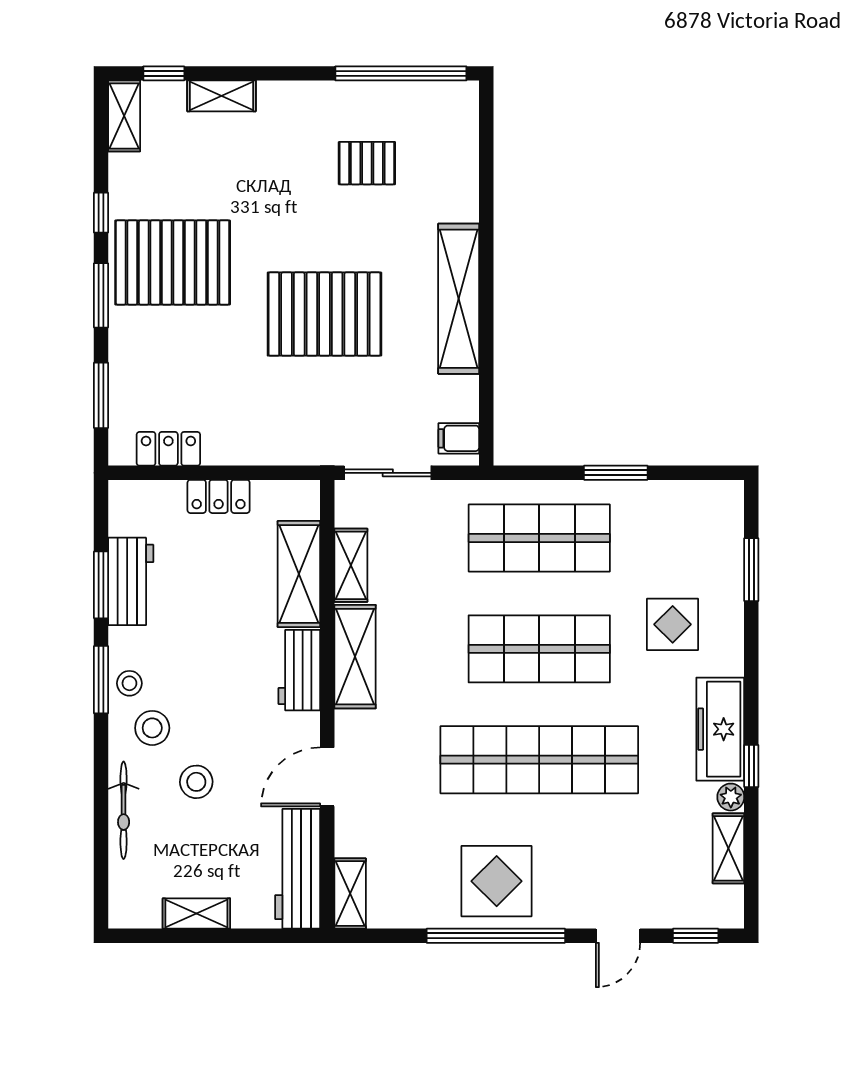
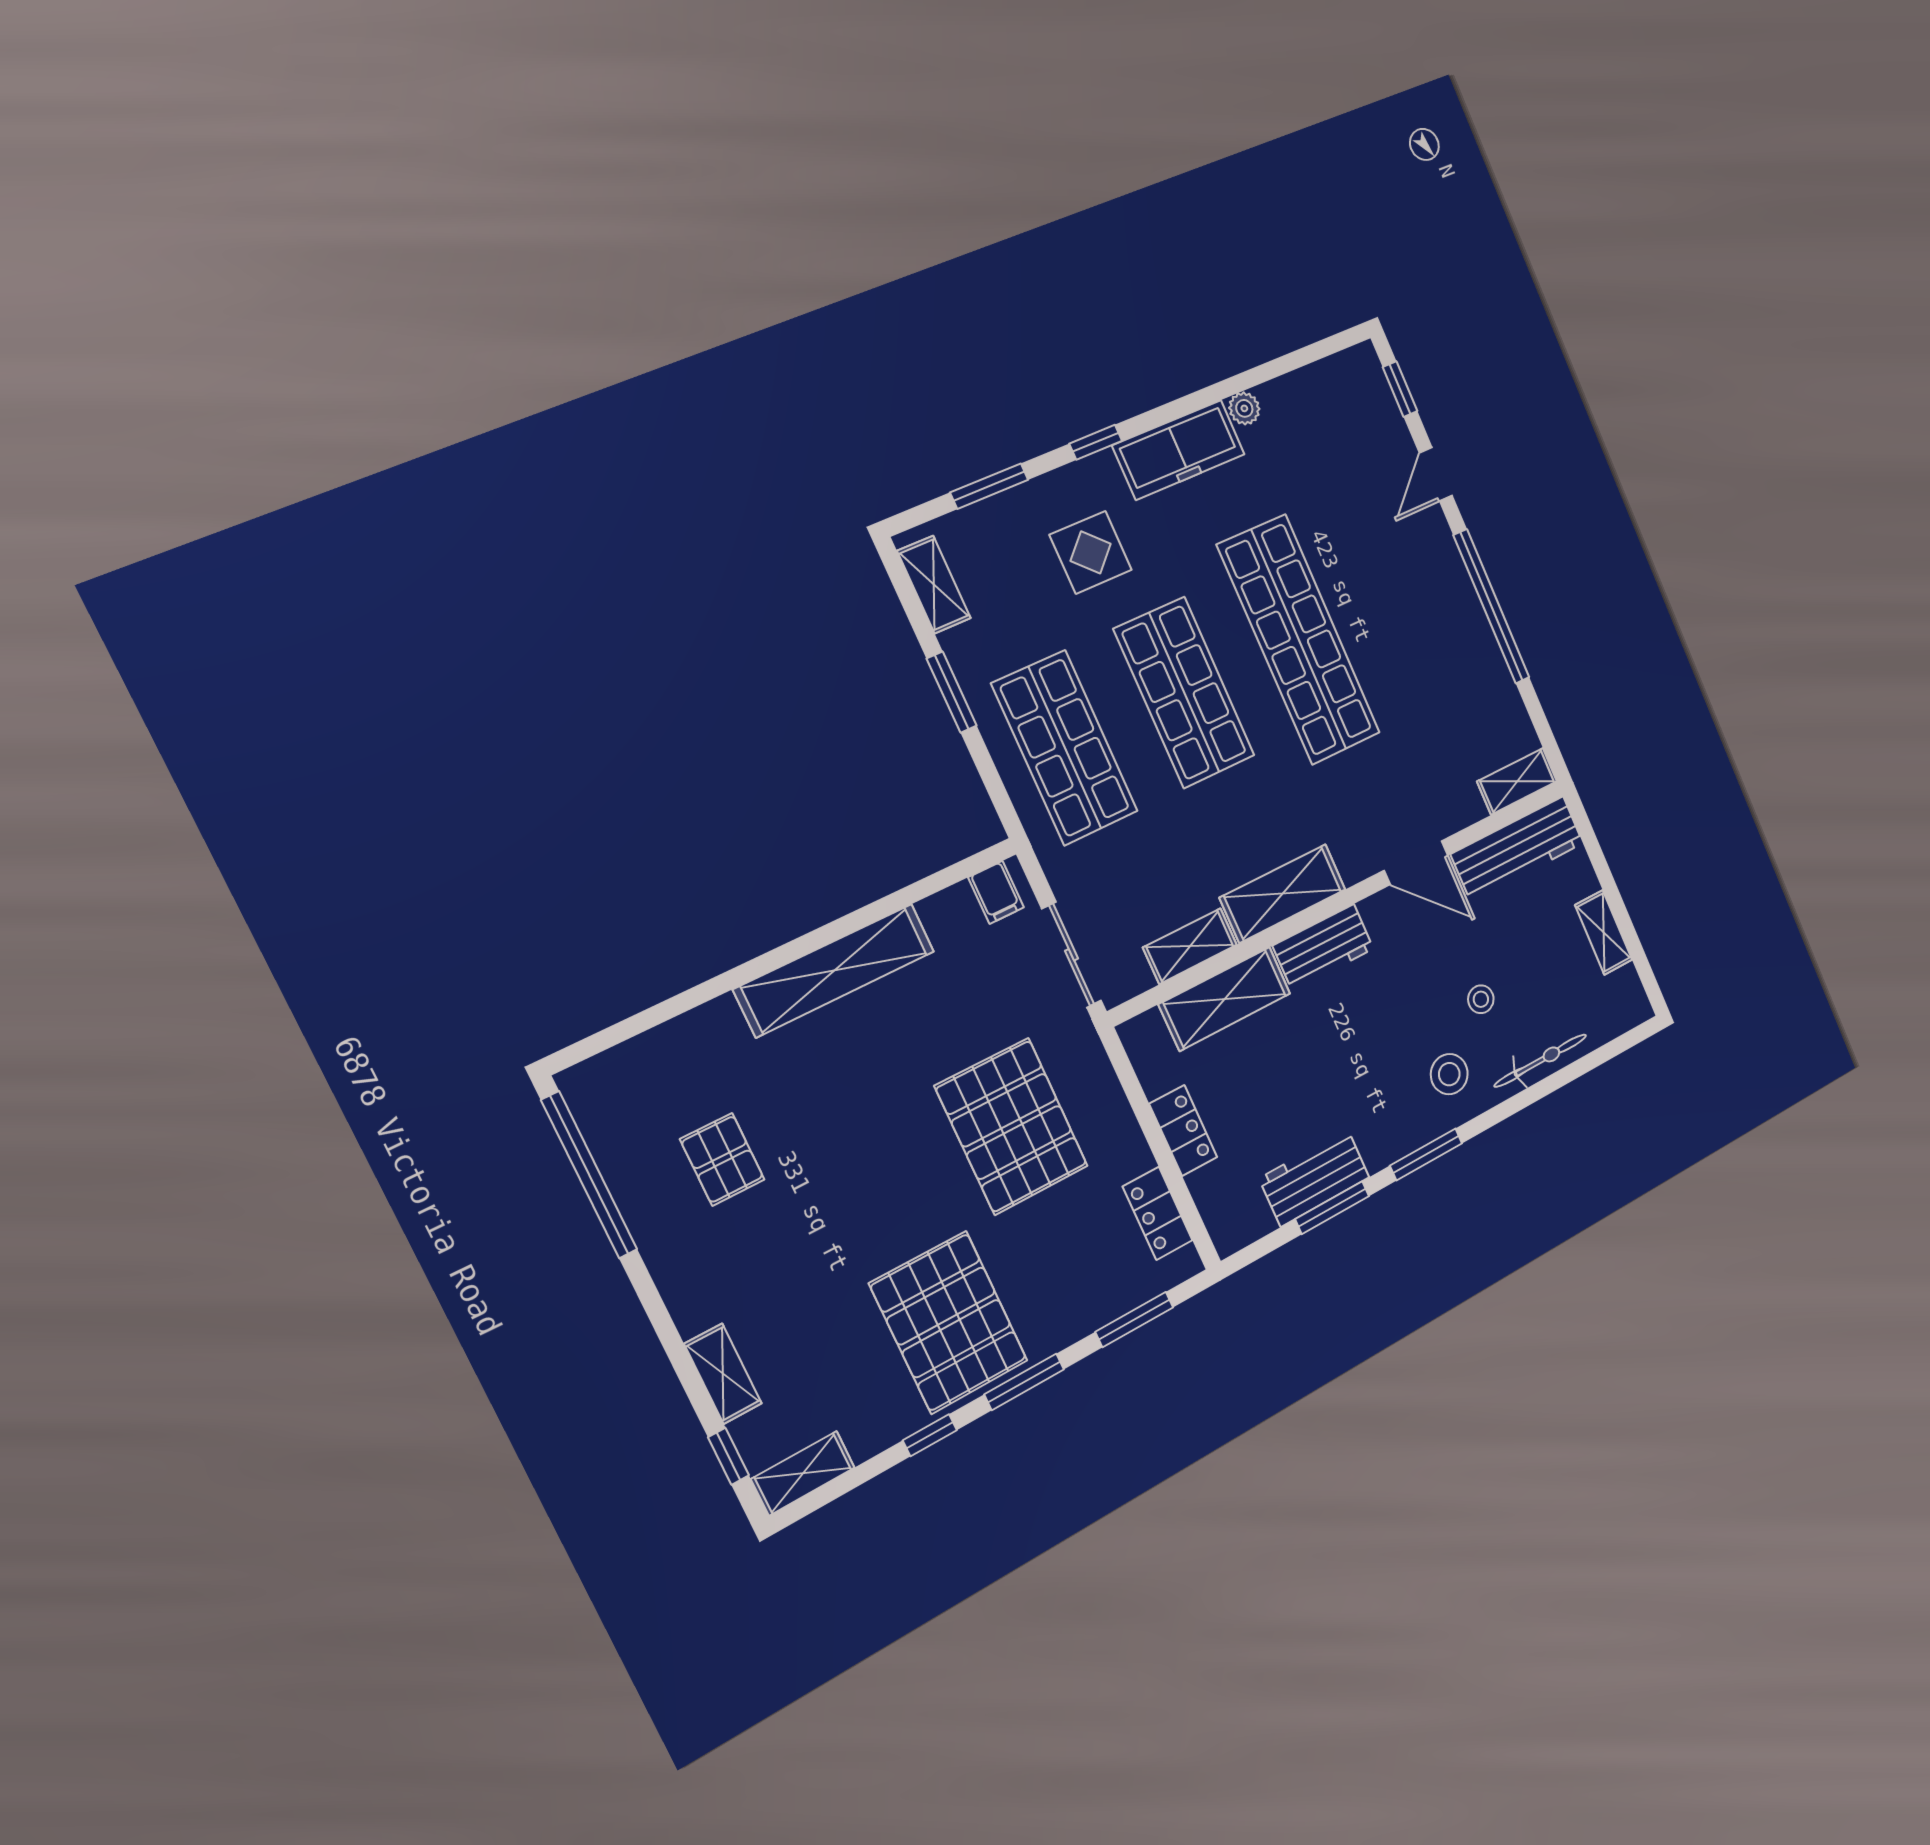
pallet: (324, 314) -> (1012, 1126), moved
stool: (129, 683) -> (1416, 1122), removed
window: (751, 766) -> (1096, 442), moved
stool: (196, 782) -> (1481, 999), width x0.73, depth x0.73
shelving: (728, 848) -> (934, 585), moved, turned 90
display table: (497, 881) -> (1439, 630), removed
door: (618, 936) -> (1436, 474), swing flipped

